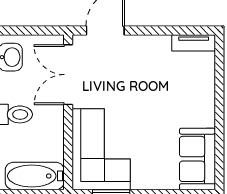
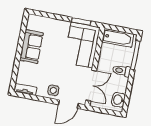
side table: (139, 51) -> (53, 90), added
sofa: (197, 159) -> (31, 47), moved

